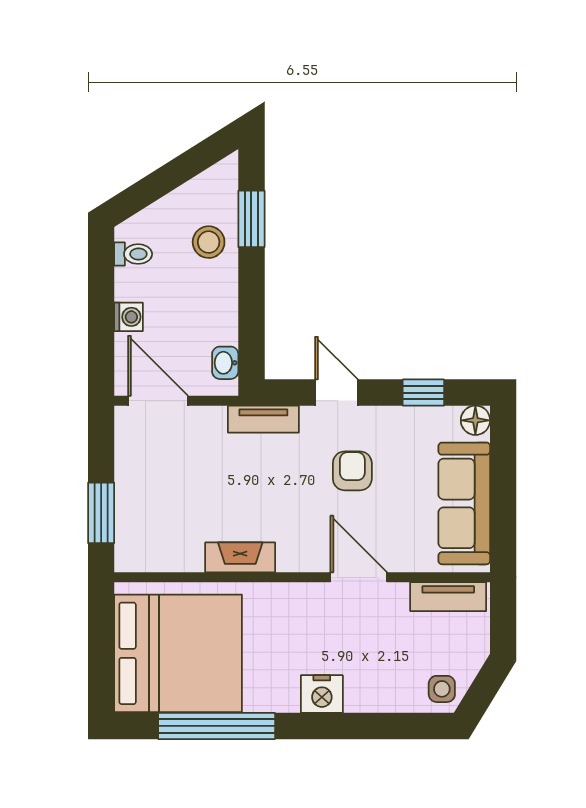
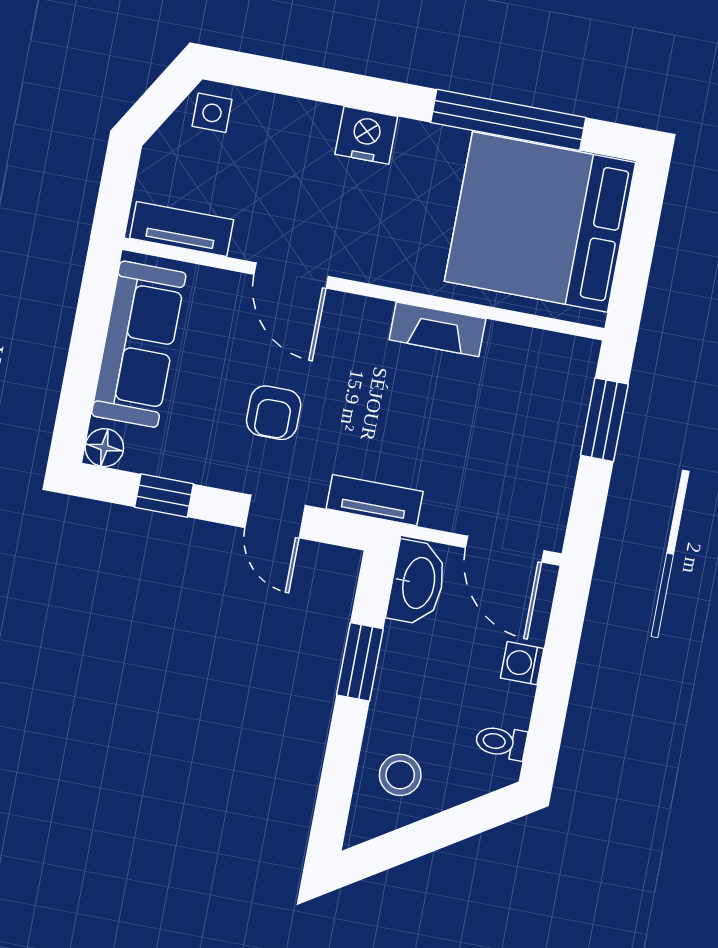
window: (251, 219) -> (360, 662), moved
stool: (209, 242) -> (400, 775), moved
washbasin: (225, 363) -> (417, 583), width x1.91, depth x1.45

